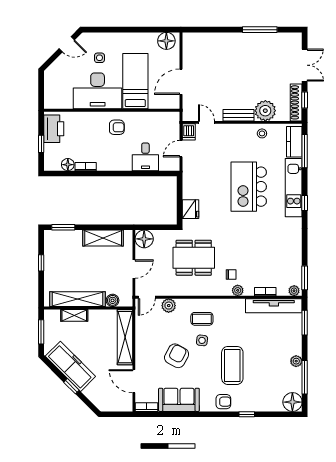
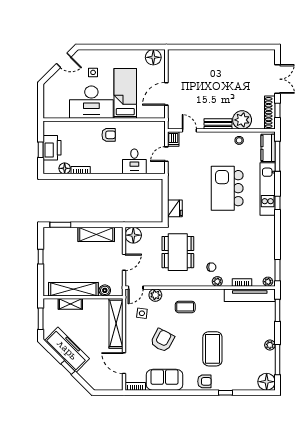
window: (260, 30) -> (237, 47), removed
printer: (54, 129) -> (52, 148), moved
dining table: (194, 258) -> (178, 252), turned 90
side table: (202, 340) -> (142, 313), moved

